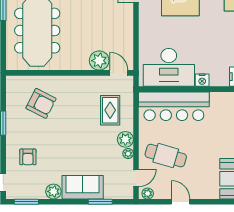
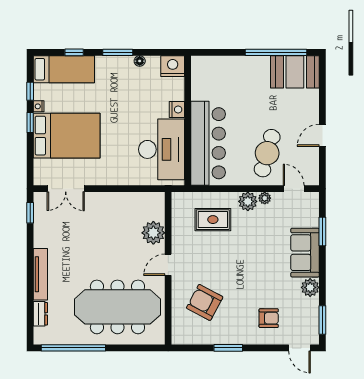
door: (119, 73) -> (168, 265), moved
armchair: (41, 103) -> (205, 302), turned -89
plant: (148, 194) -> (313, 175), removed

